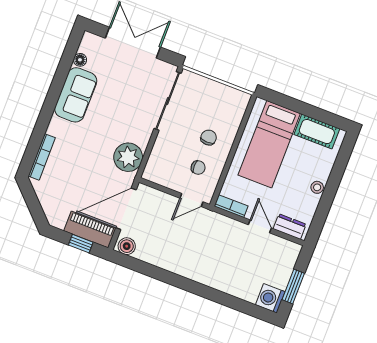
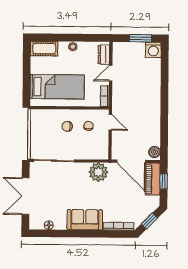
sofa: (76, 95) -> (85, 220), moved
cot: (317, 132) -> (44, 49), moved, turned 90
window: (33, 203) -> (149, 221), added

